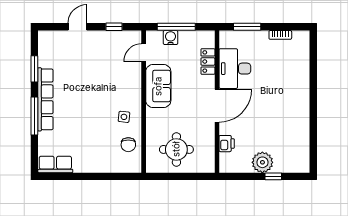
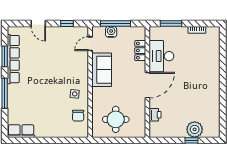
door: (77, 27) -> (38, 23), swing flipped
row of seats: (45, 99) -> (13, 59), moved
plant: (262, 162) -> (195, 129), moved

